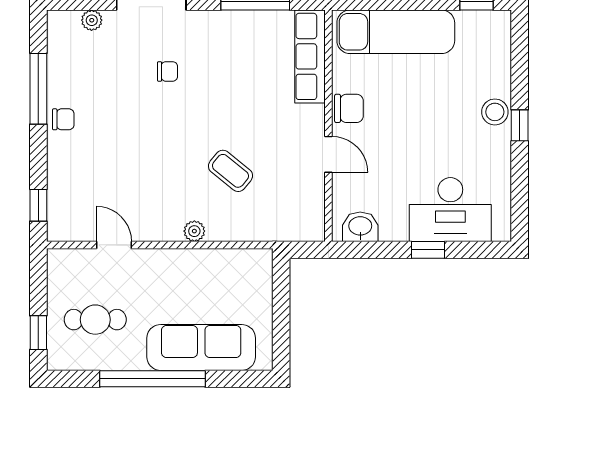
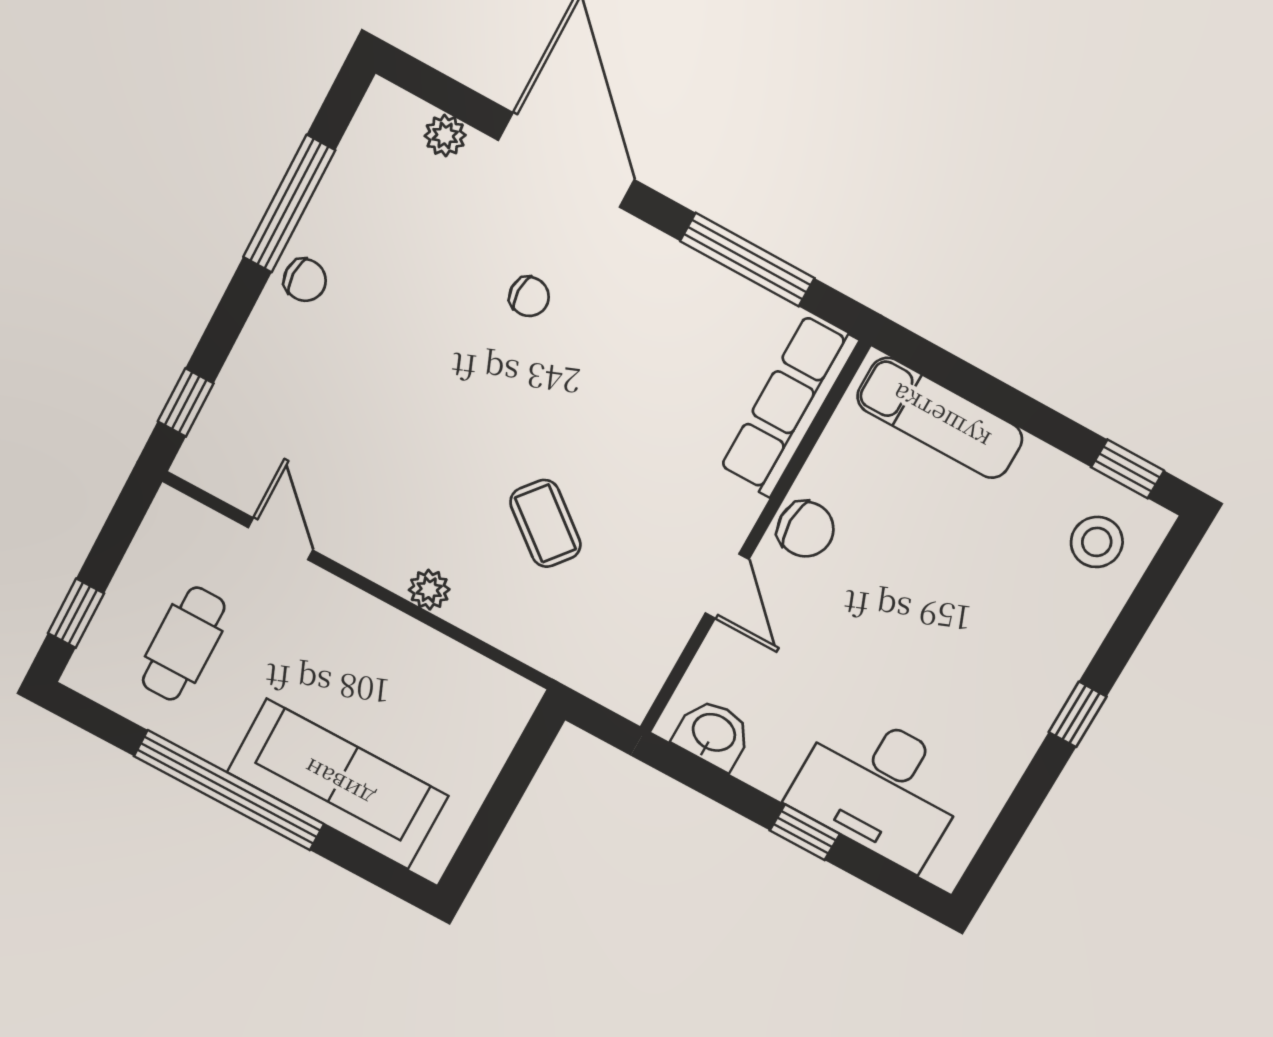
exam couch: (396, 32) -> (940, 418), width x0.73, depth x0.69
stool: (495, 112) -> (1097, 542), moved
cafe table: (95, 320) -> (184, 644), turned 90

